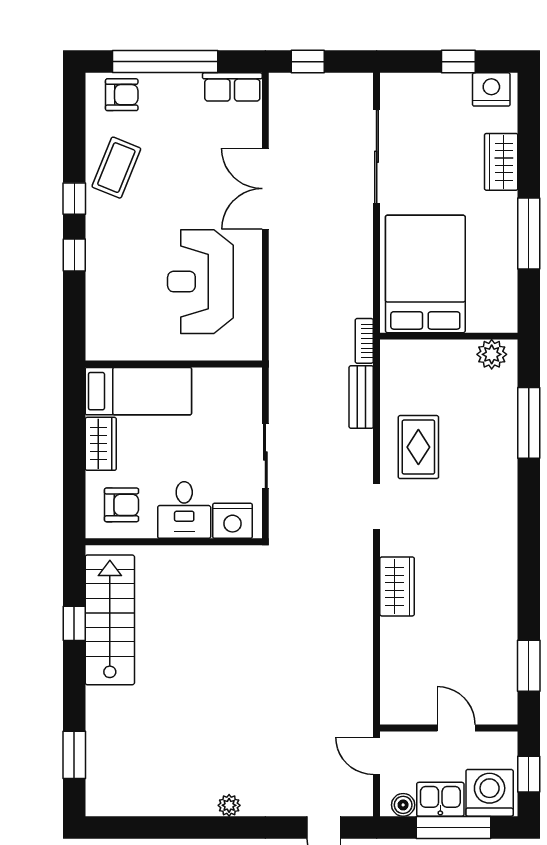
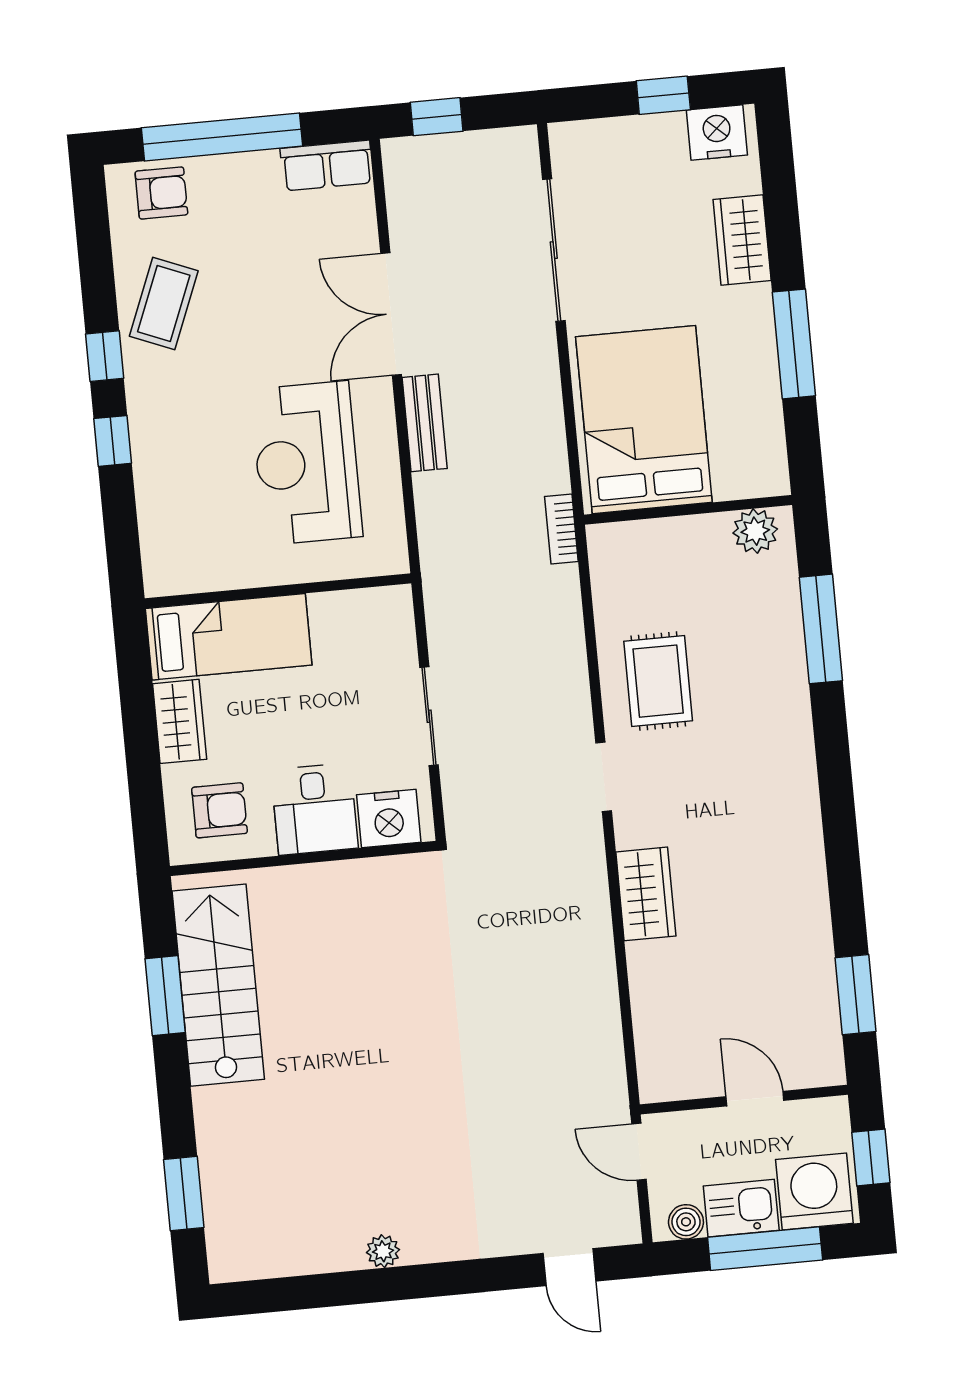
bench: (361, 397) -> (425, 423), moved
window: (74, 623) -> (165, 996), width x1.50
plant: (229, 805) -> (383, 1251), moved

